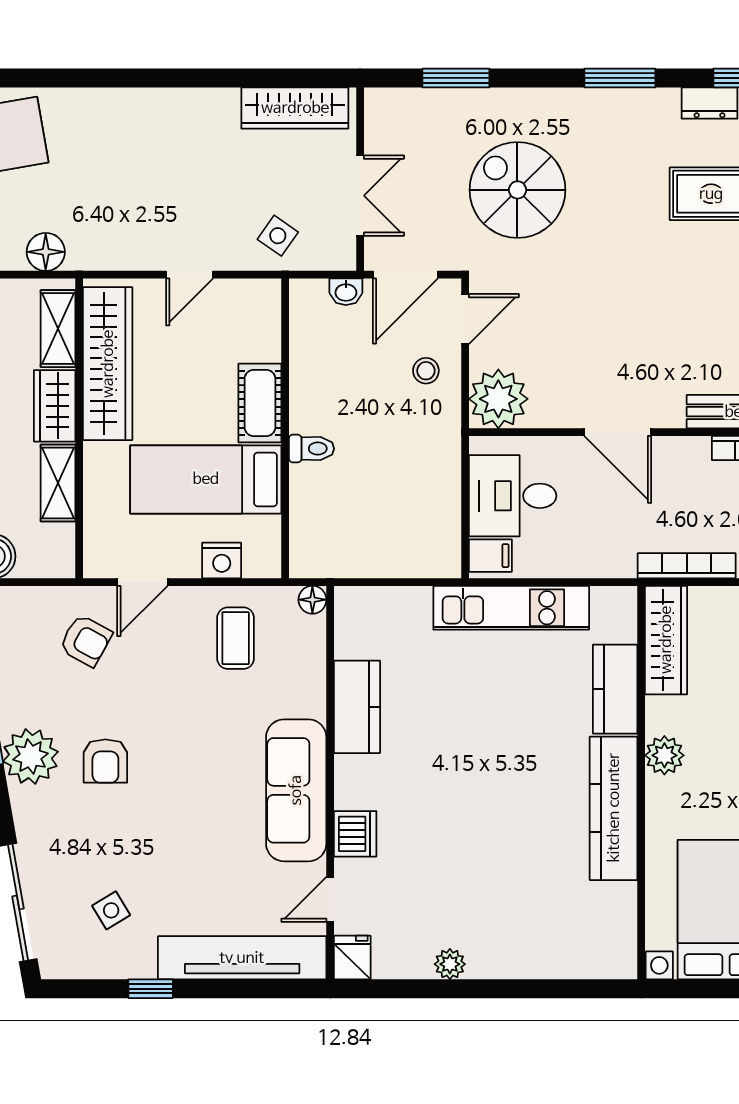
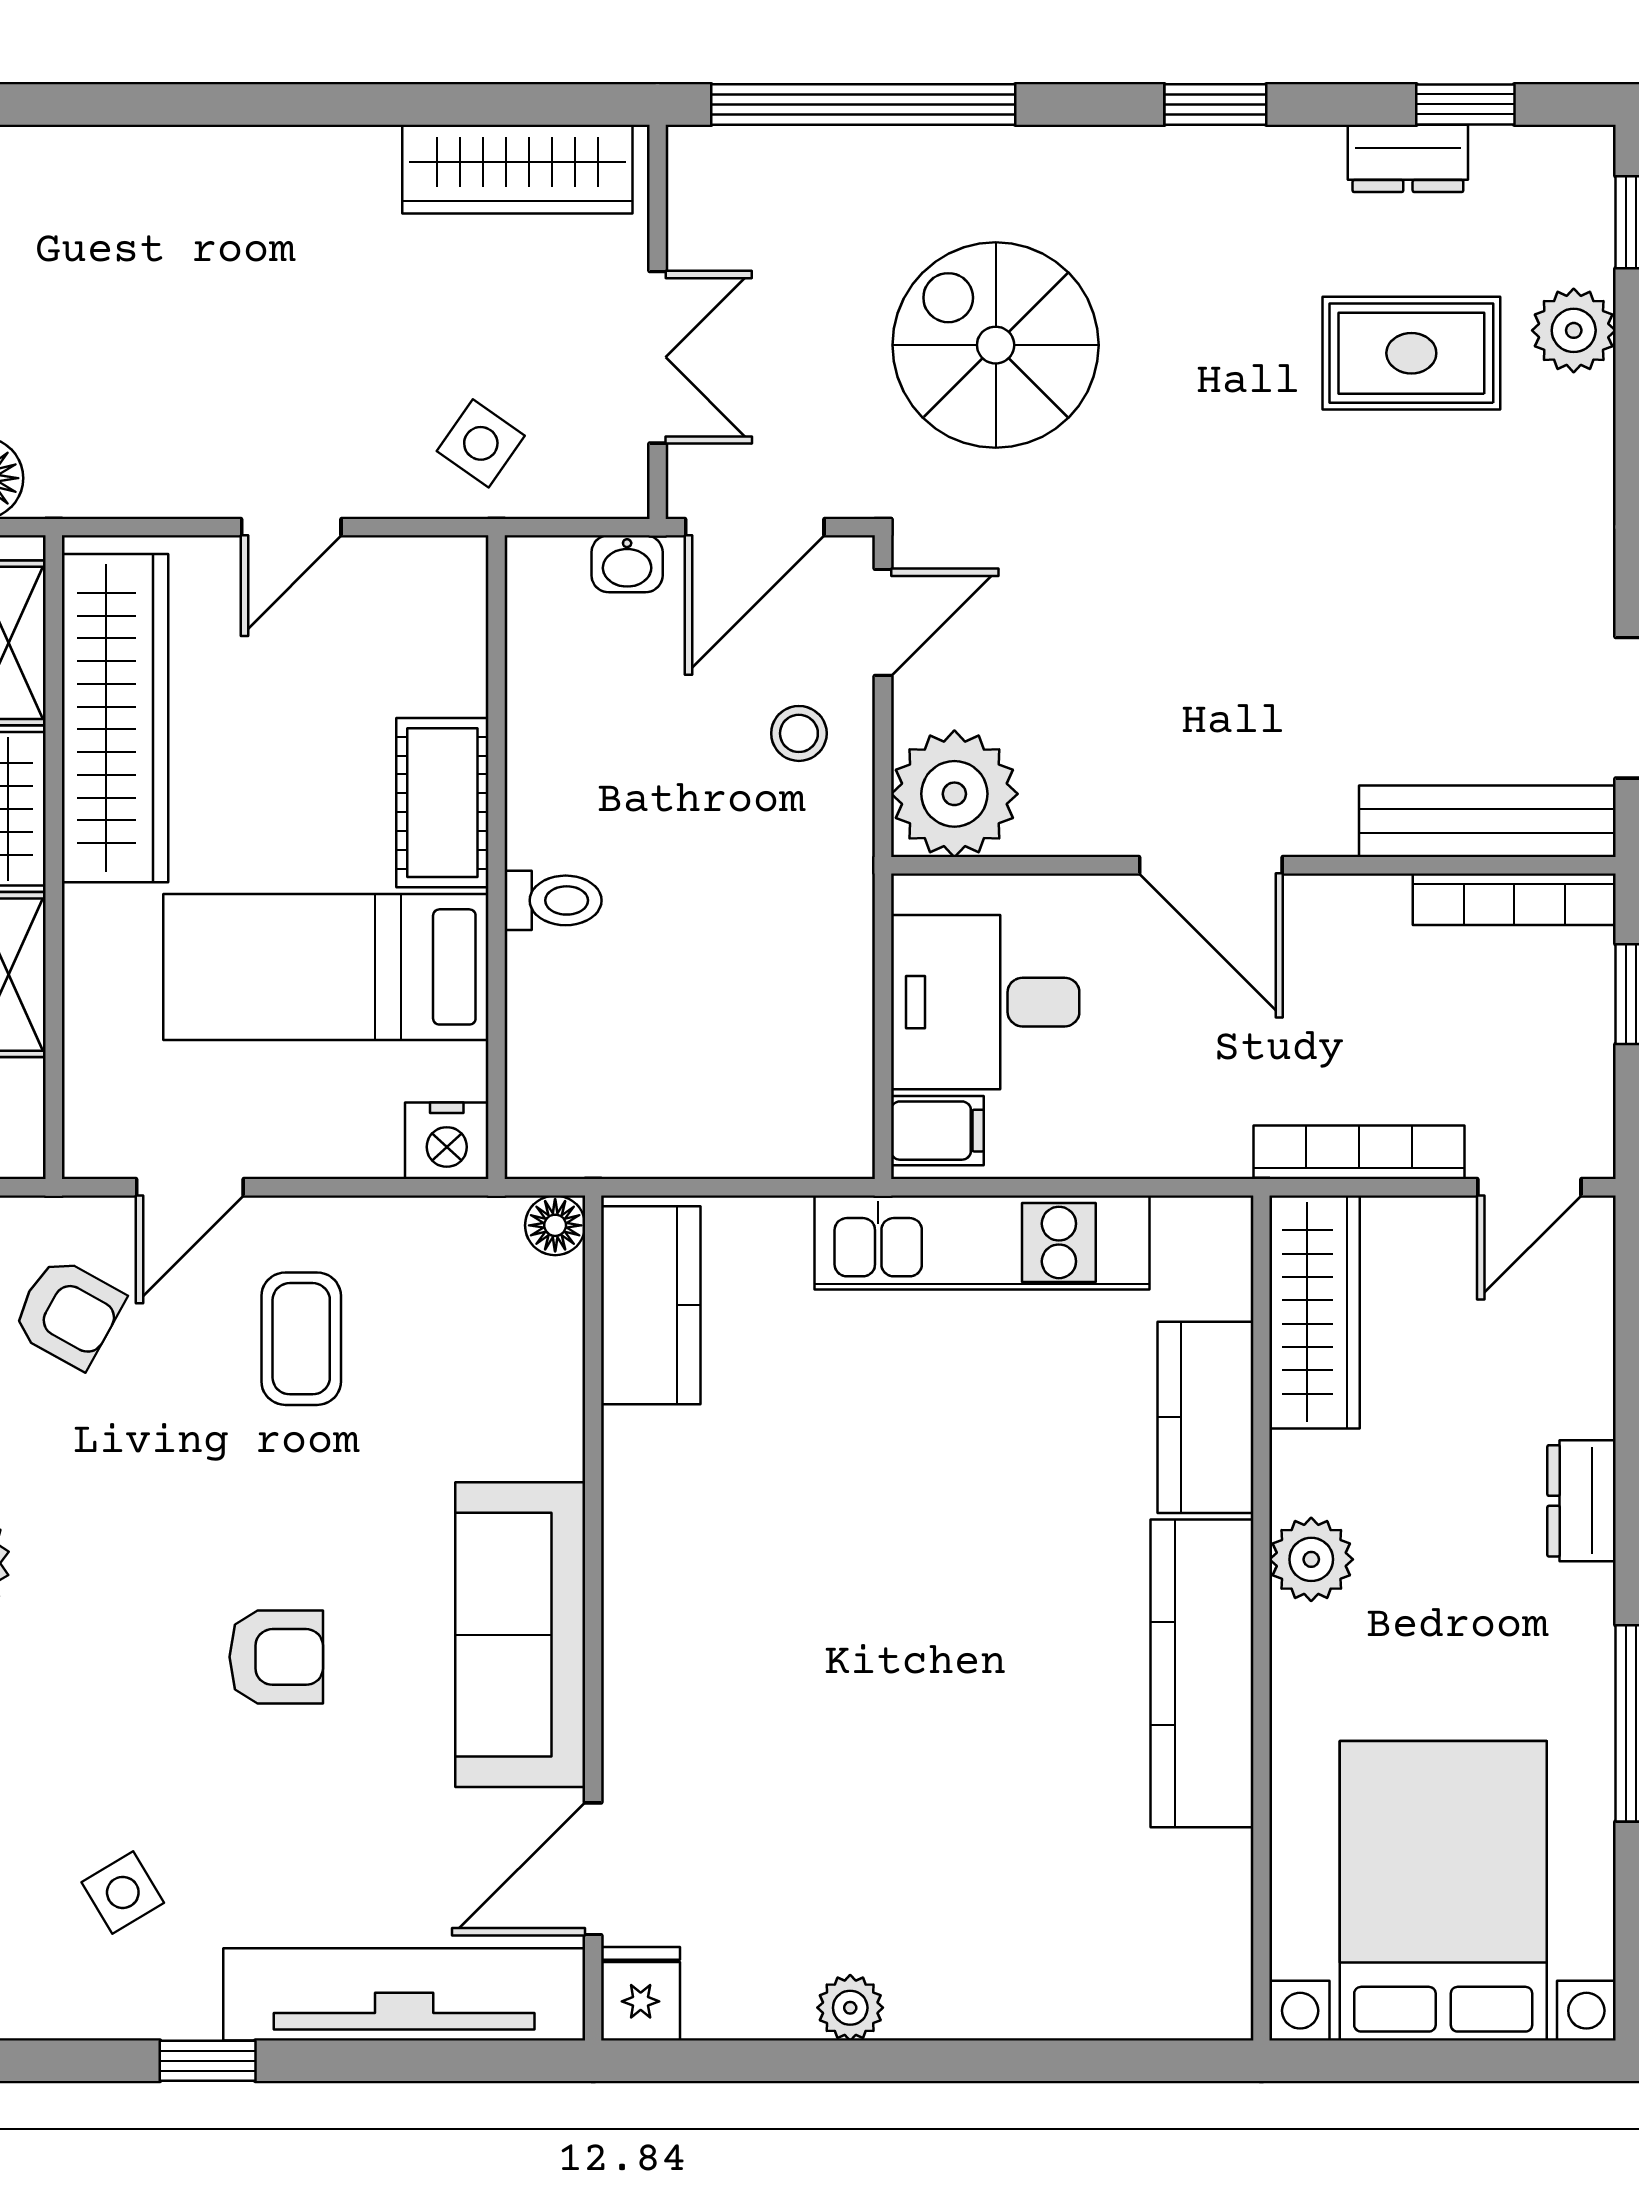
window: (456, 78) -> (863, 104), width x2.11
window: (620, 78) -> (1215, 104), width x0.67
nightstand: (222, 560) -> (447, 1141), moved
coffee table: (236, 638) -> (301, 1339), moved
kitchen counter: (357, 707) -> (651, 1305), moved
armchair: (105, 761) -> (276, 1657), moved, turned -90
dishwasher: (355, 834) -> (647, 1728), removed
door: (330, 899) -> (593, 1869), width x1.38

